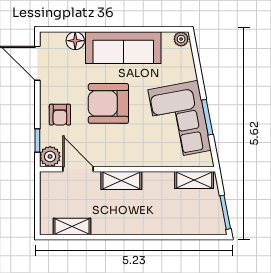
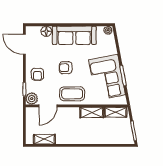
armchair: (108, 103) -> (66, 68), width x0.53, depth x0.53
coffee table: (119, 148) -> (72, 94), added
door: (78, 169) -> (48, 106), swing flipped
shelving: (121, 180) -> (92, 112), moved

